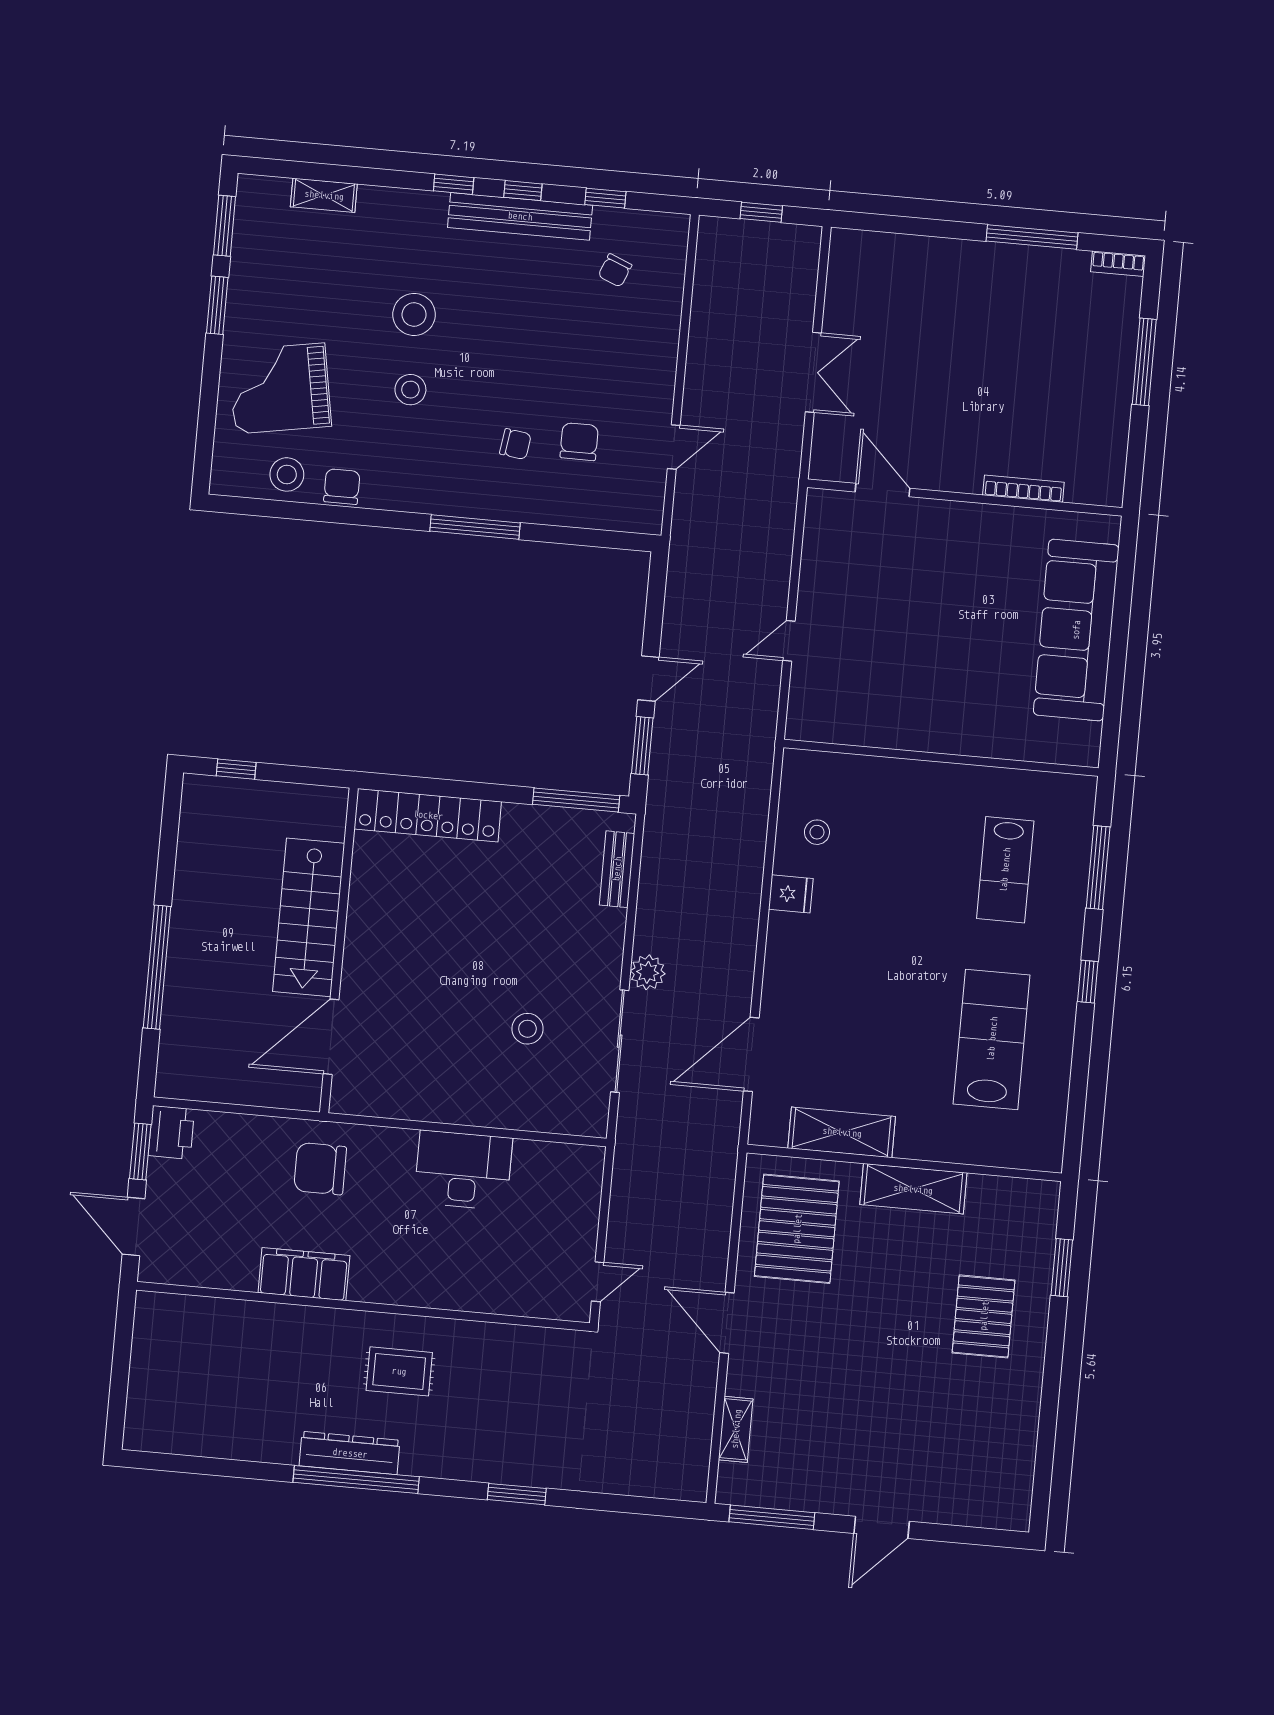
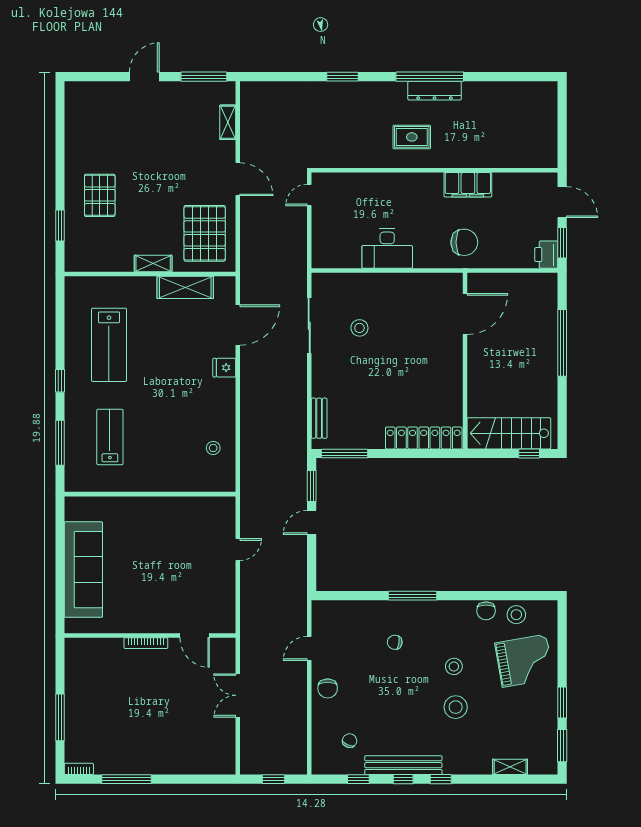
chair: (579, 442) -> (328, 688), moved
bookcase: (1023, 489) -> (146, 643), moved
fridge: (791, 894) -> (224, 368), moved
stairs: (309, 917) -> (509, 433), moved, turned -90
plant: (648, 972) -> (298, 364), removed
shelving: (913, 1189) -> (153, 263), width x0.67, depth x0.75

